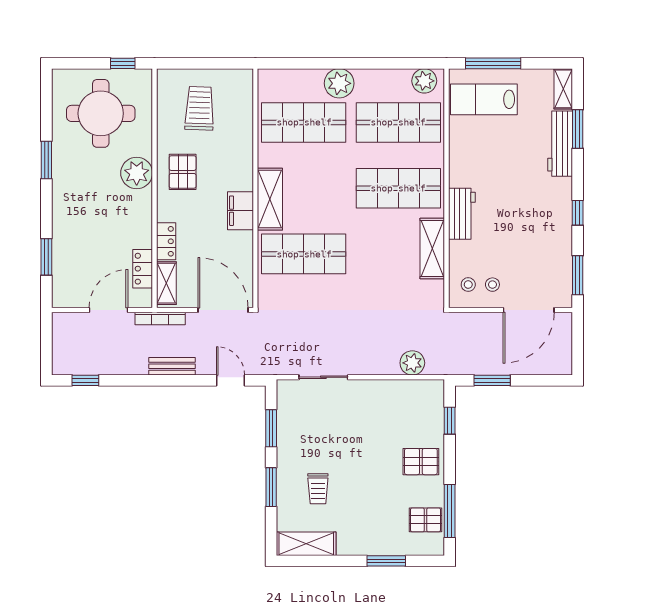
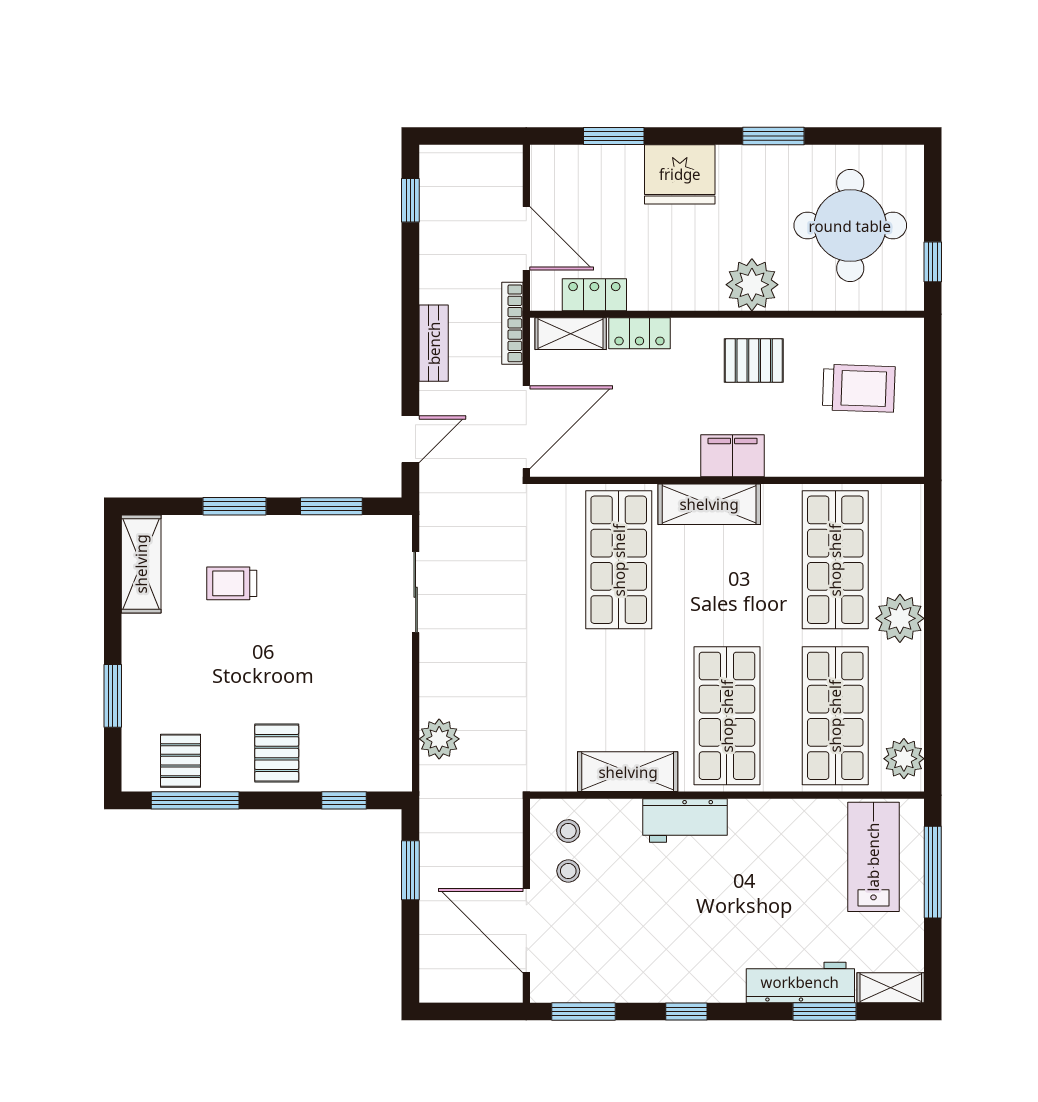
filing cabinet: (240, 211) -> (733, 456), moved
fridge: (70, 217) -> (680, 174), added

